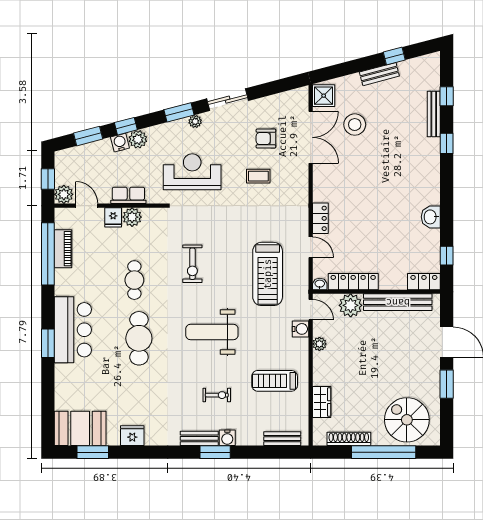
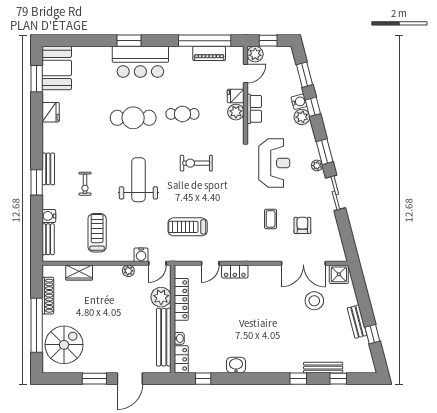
treadmill: (268, 274) -> (188, 227), width x0.73, depth x0.73
washbasin: (320, 284) -> (179, 338), moved
water cooler: (227, 438) -> (49, 216), moved

